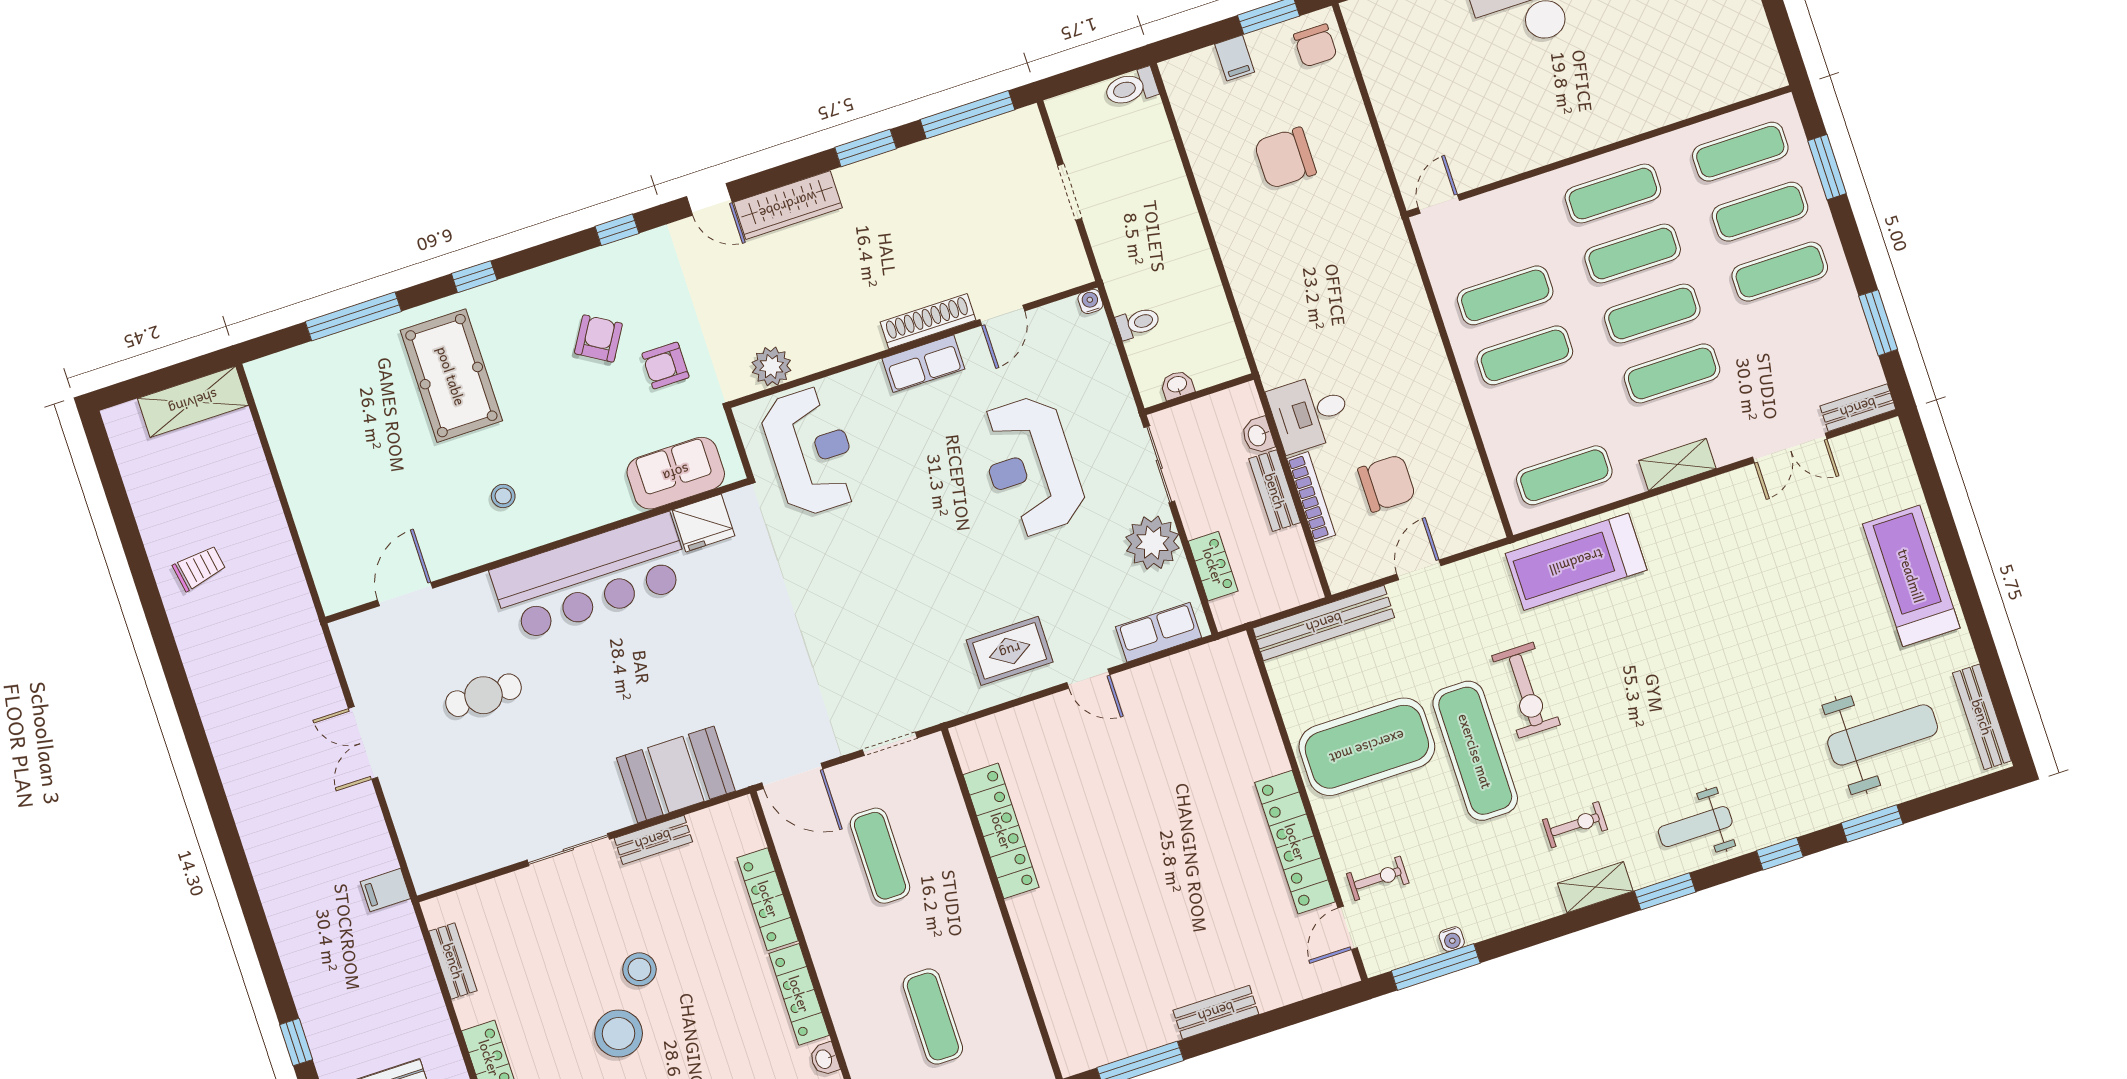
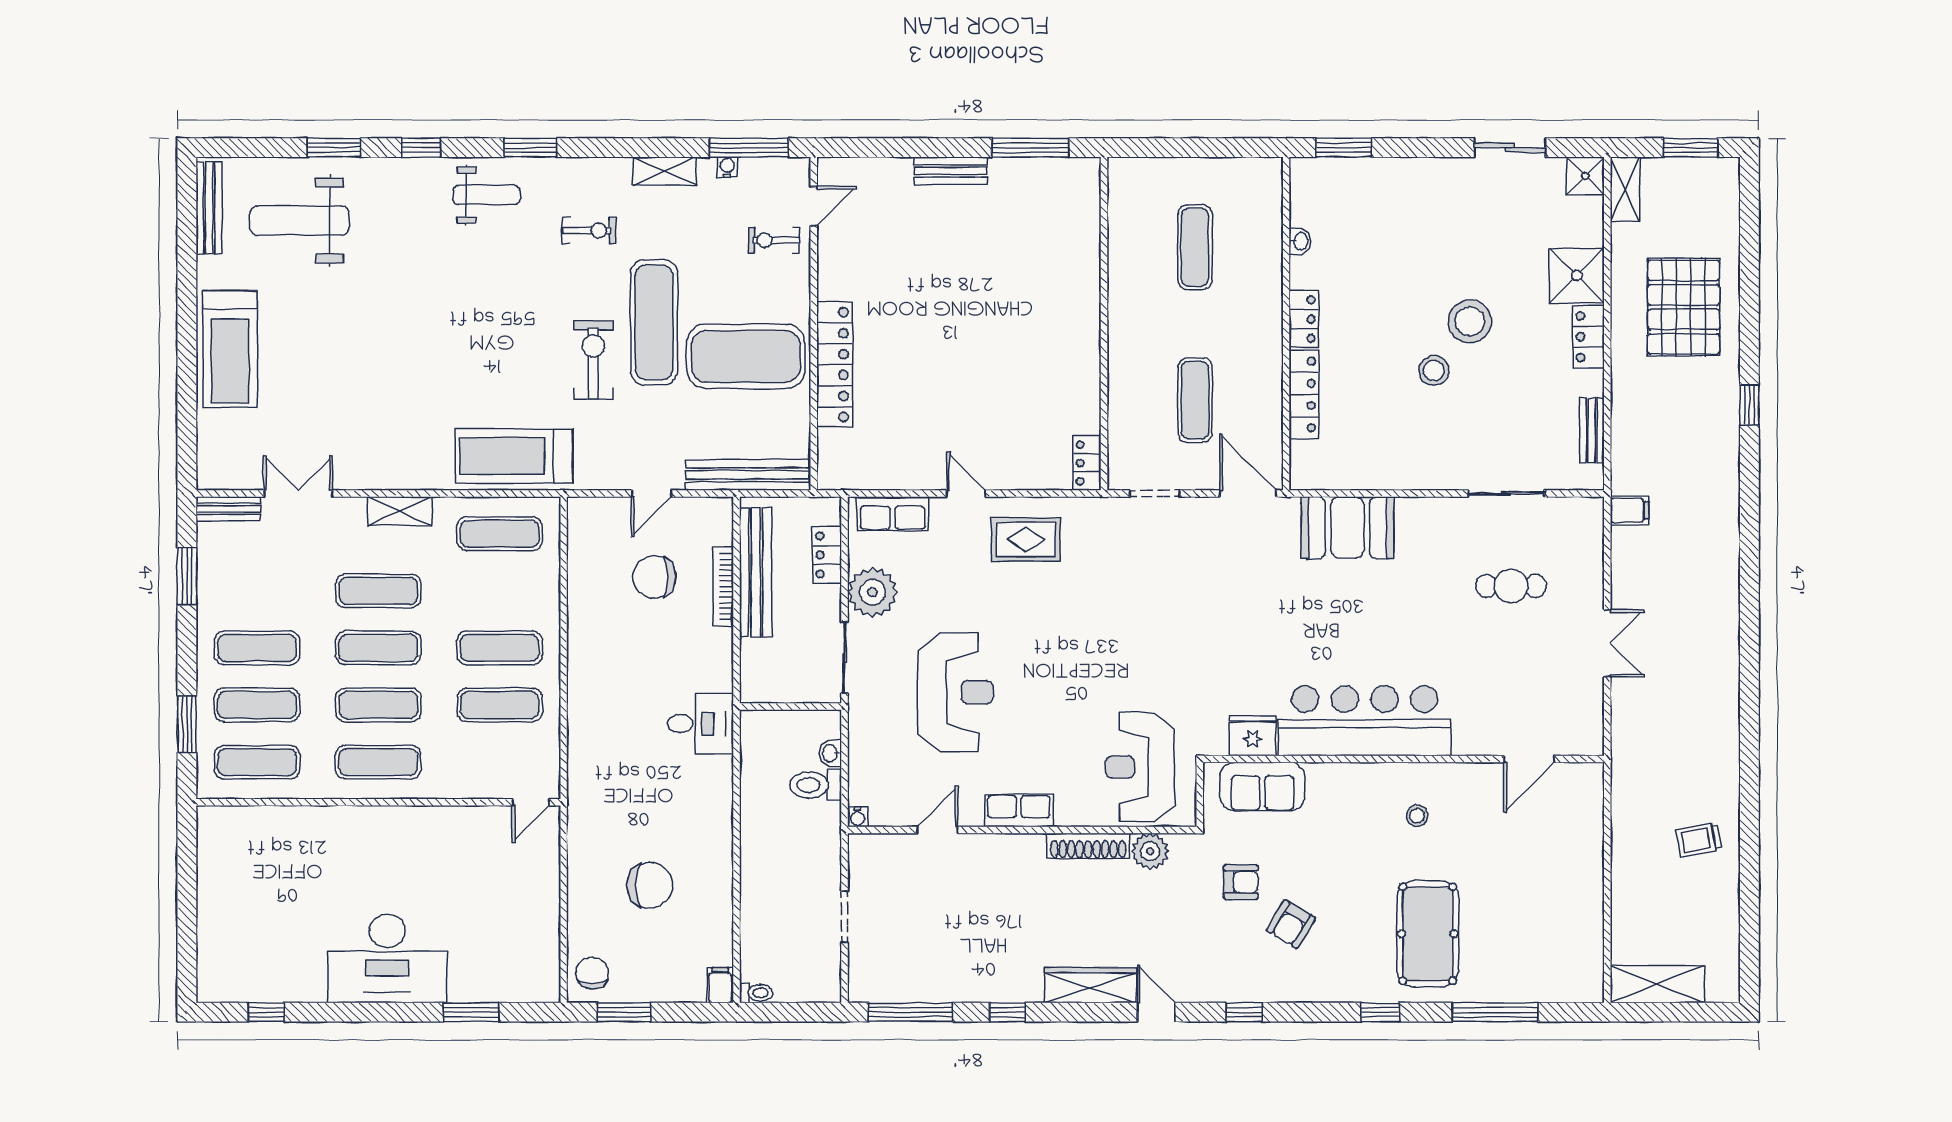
filing cabinet: (1235, 58) -> (720, 985), moved
toilet: (1131, 88) -> (756, 993), width x0.73, depth x0.72
window: (866, 148) -> (1008, 1012), width x0.67
shoe rack: (928, 321) -> (1088, 846), moved
toilet: (1138, 323) -> (816, 785), width x1.37, depth x1.39
washbasin: (1177, 385) -> (830, 753), moved, turned 90
desk: (1310, 413) -> (701, 724), moved
washbasin: (1258, 435) -> (752, 655), removed
bench: (1275, 491) -> (756, 572), width x1.86, depth x1.21
treadmill: (1576, 562) -> (514, 456), turned 180
cafe table: (483, 695) -> (1511, 586), moved
exercise bike: (1575, 825) -> (589, 231), turned 180
locker: (1001, 831) -> (1087, 463), moved, width x0.46, depth x0.83
bench: (653, 840) -> (1385, 478), removed
locker: (1295, 842) -> (835, 365), moved
sliding door: (568, 850) -> (1506, 493), moved
shelving: (1595, 887) -> (664, 171), moved
locker: (799, 994) -> (1304, 319), width x0.66

